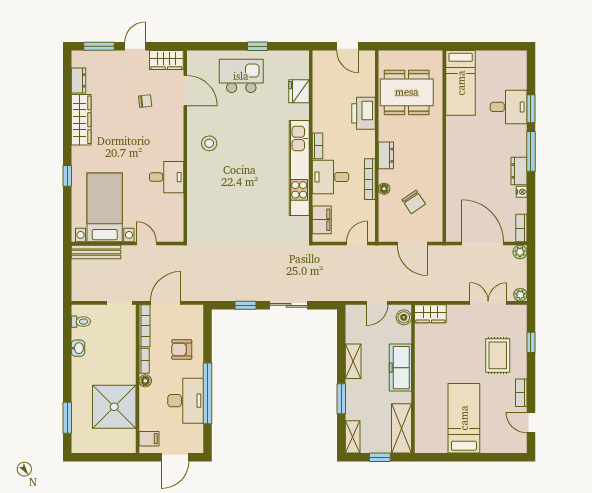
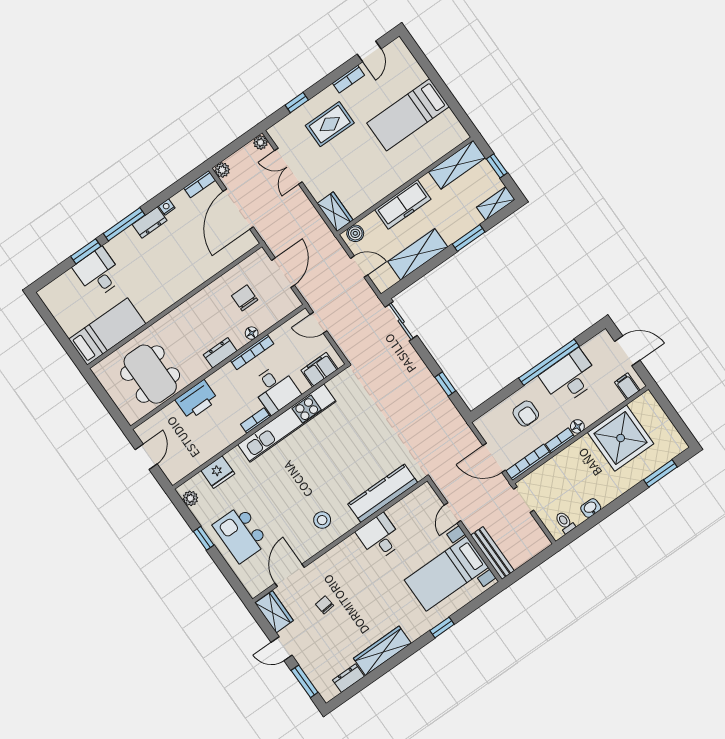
plant: (294, 57) -> (190, 498), added
kitchen counter: (197, 202) -> (383, 493), added
chair: (414, 202) -> (245, 298), turned -56
sliding door: (289, 305) -> (401, 321), moved
shelving: (353, 361) -> (418, 254), width x1.50, depth x1.33

